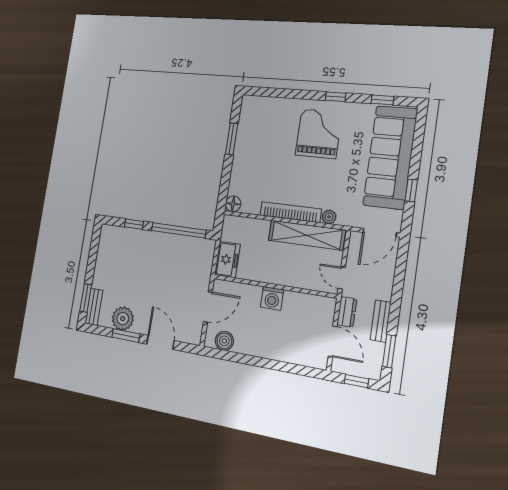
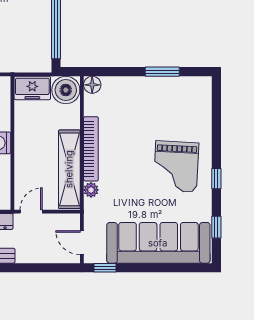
grand piano: (319, 134) -> (176, 167), turned 93
window: (411, 190) -> (105, 268), moved
boiler: (234, 229) -> (66, 90), added
door: (380, 232) -> (82, 243), width x0.73

